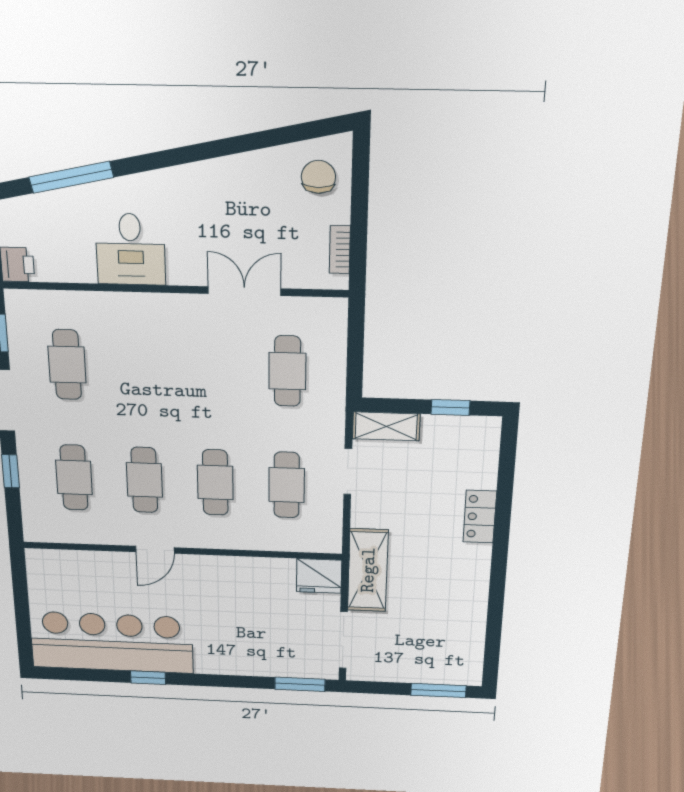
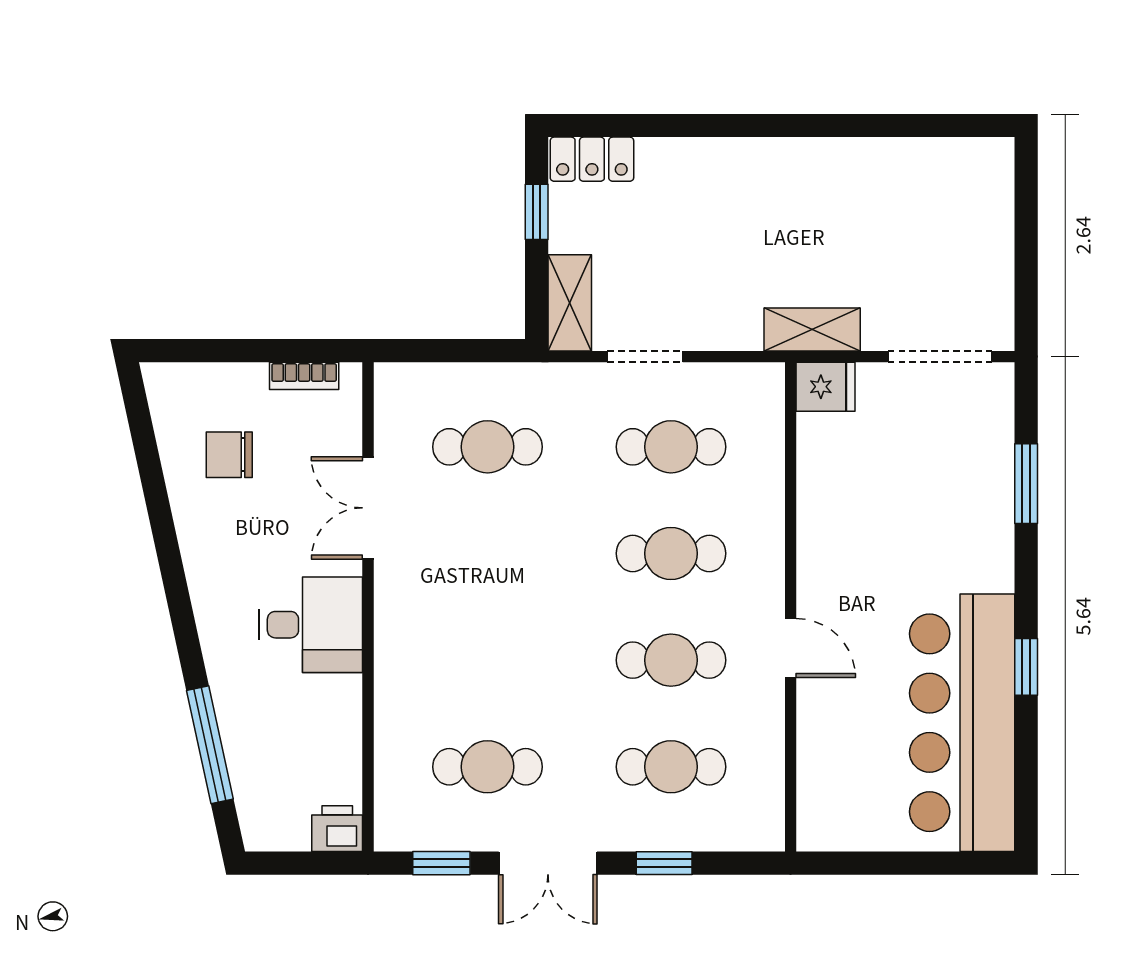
chair: (318, 177) -> (229, 455), moved
desk: (130, 249) -> (311, 625), moved
locker: (480, 517) -> (592, 159), moved
shelving: (368, 570) -> (812, 329), width x0.67, depth x0.75
fridge: (319, 576) -> (825, 387), width x0.72
window: (300, 684) -> (1026, 484), moved
window: (438, 690) -> (1026, 205), removed

